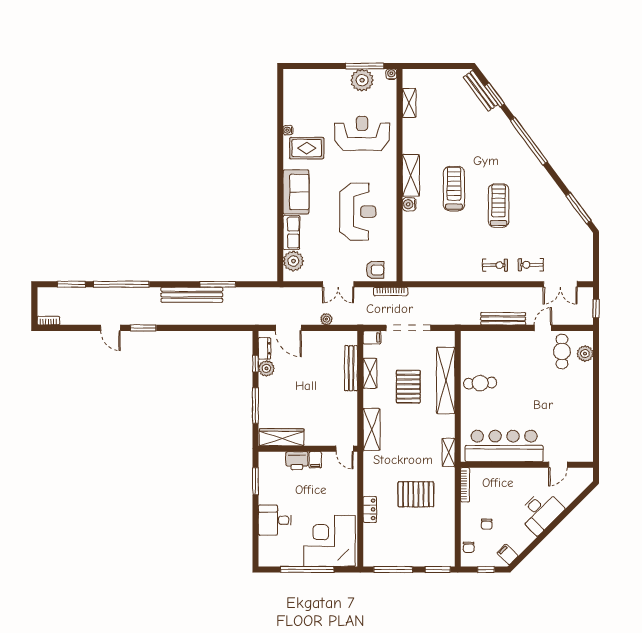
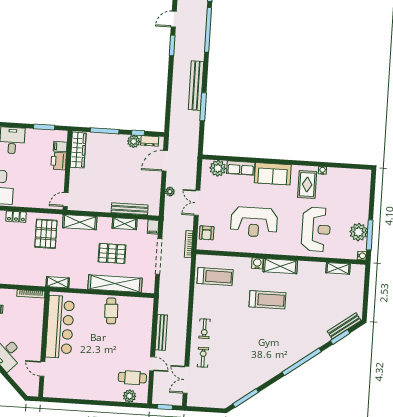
treadmill: (499, 206) -> (215, 277), moved
filing cabinet: (315, 460) -> (60, 147), moved
pallet: (416, 494) -> (46, 234), moved

